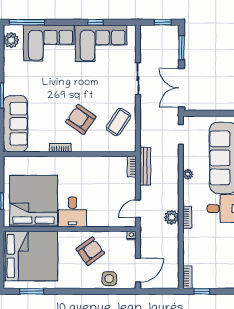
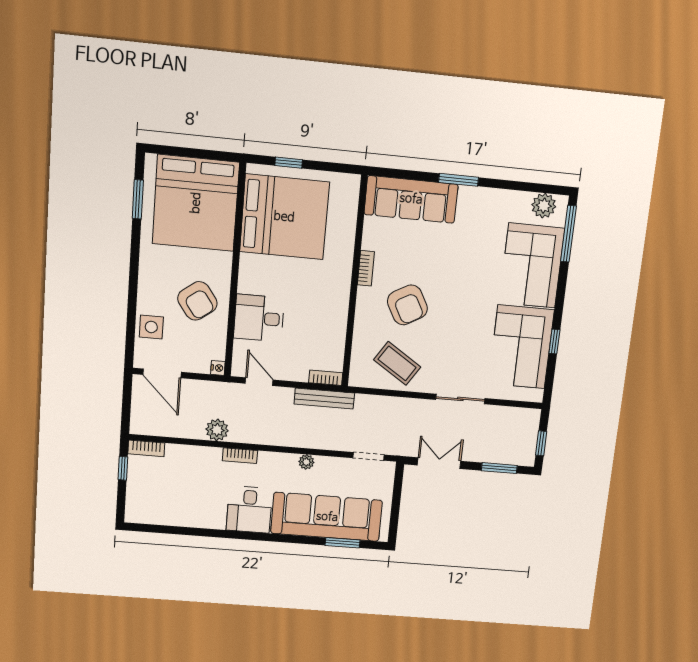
double door: (181, 88) -> (439, 463), width x0.73
armchair: (81, 119) -> (407, 305), turned 116
desk: (72, 212) -> (259, 318), moved
plant: (172, 217) -> (217, 430), moved

